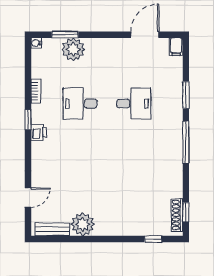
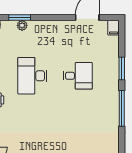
plant: (73, 49) -> (22, 25), width x0.53, depth x0.53
desk: (80, 104) -> (32, 76), width x1.37

